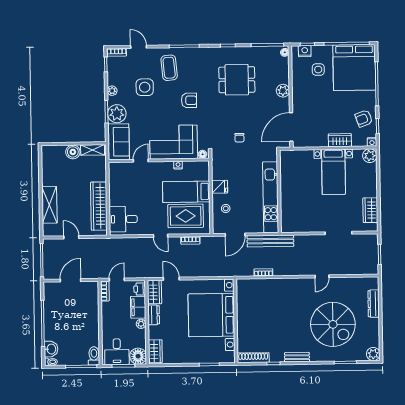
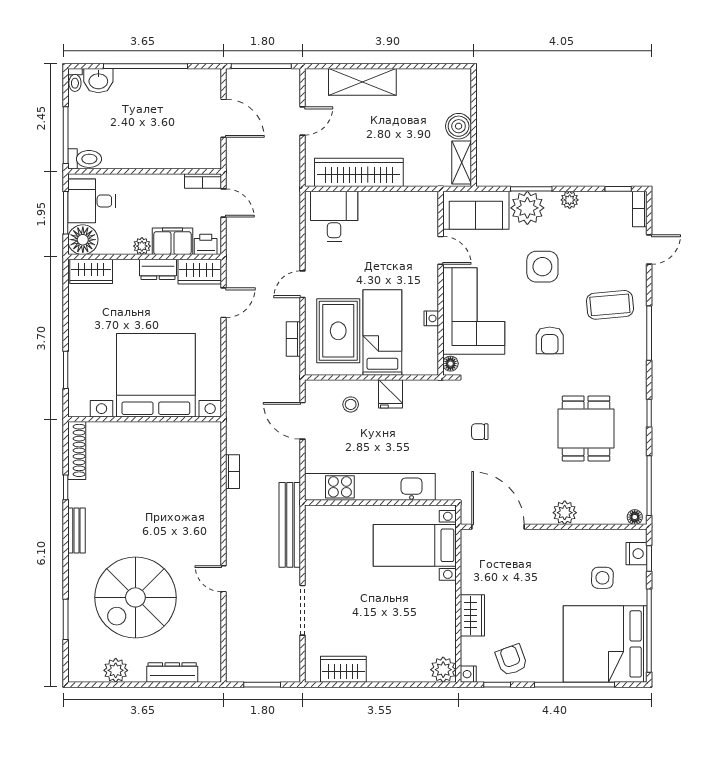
side table: (145, 87) -> (542, 267), moved
bed with nightstands: (333, 172) -> (415, 545), moved
bench: (270, 241) -> (290, 525), moved
plant: (373, 354) -> (116, 670), moved

